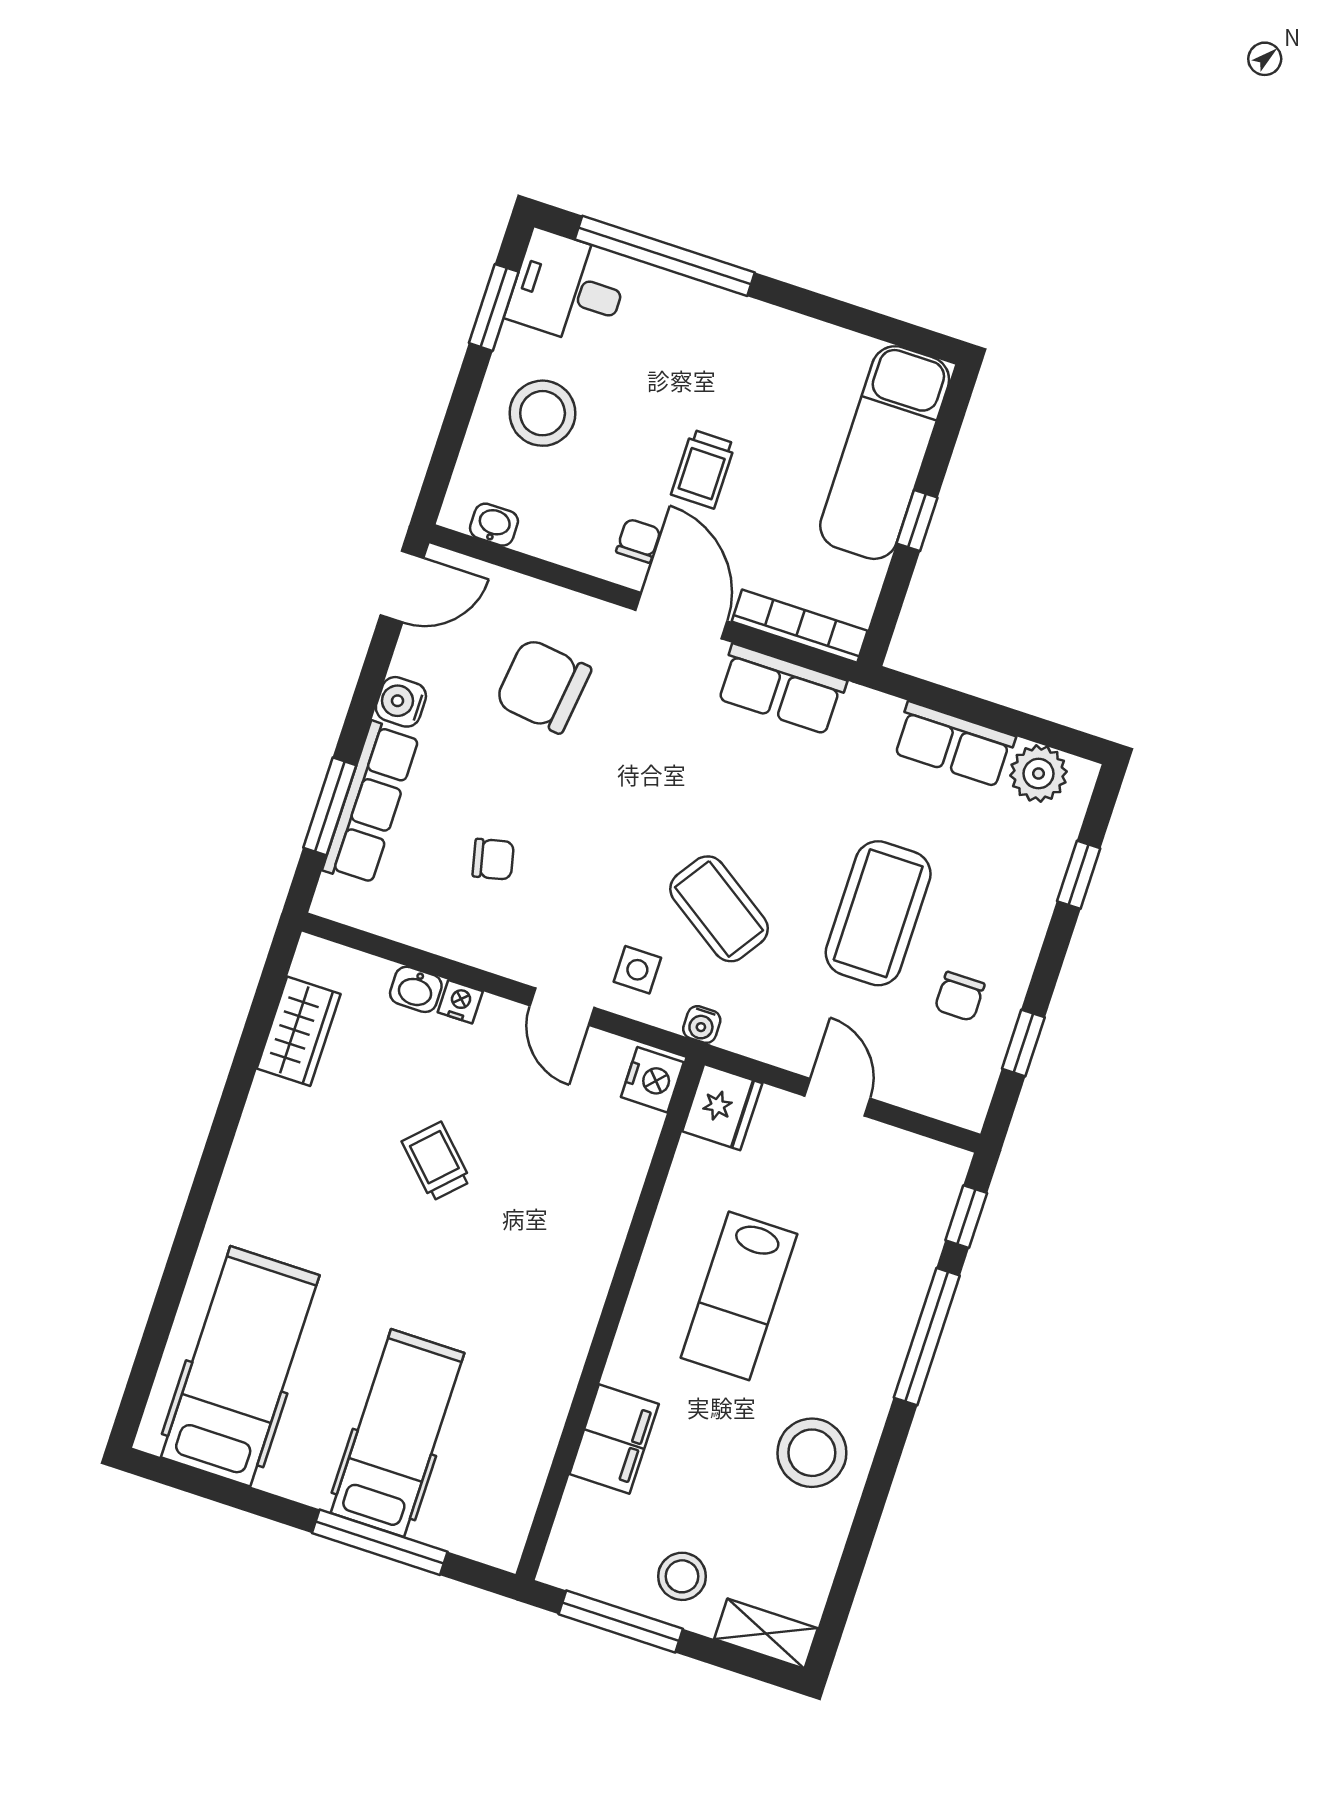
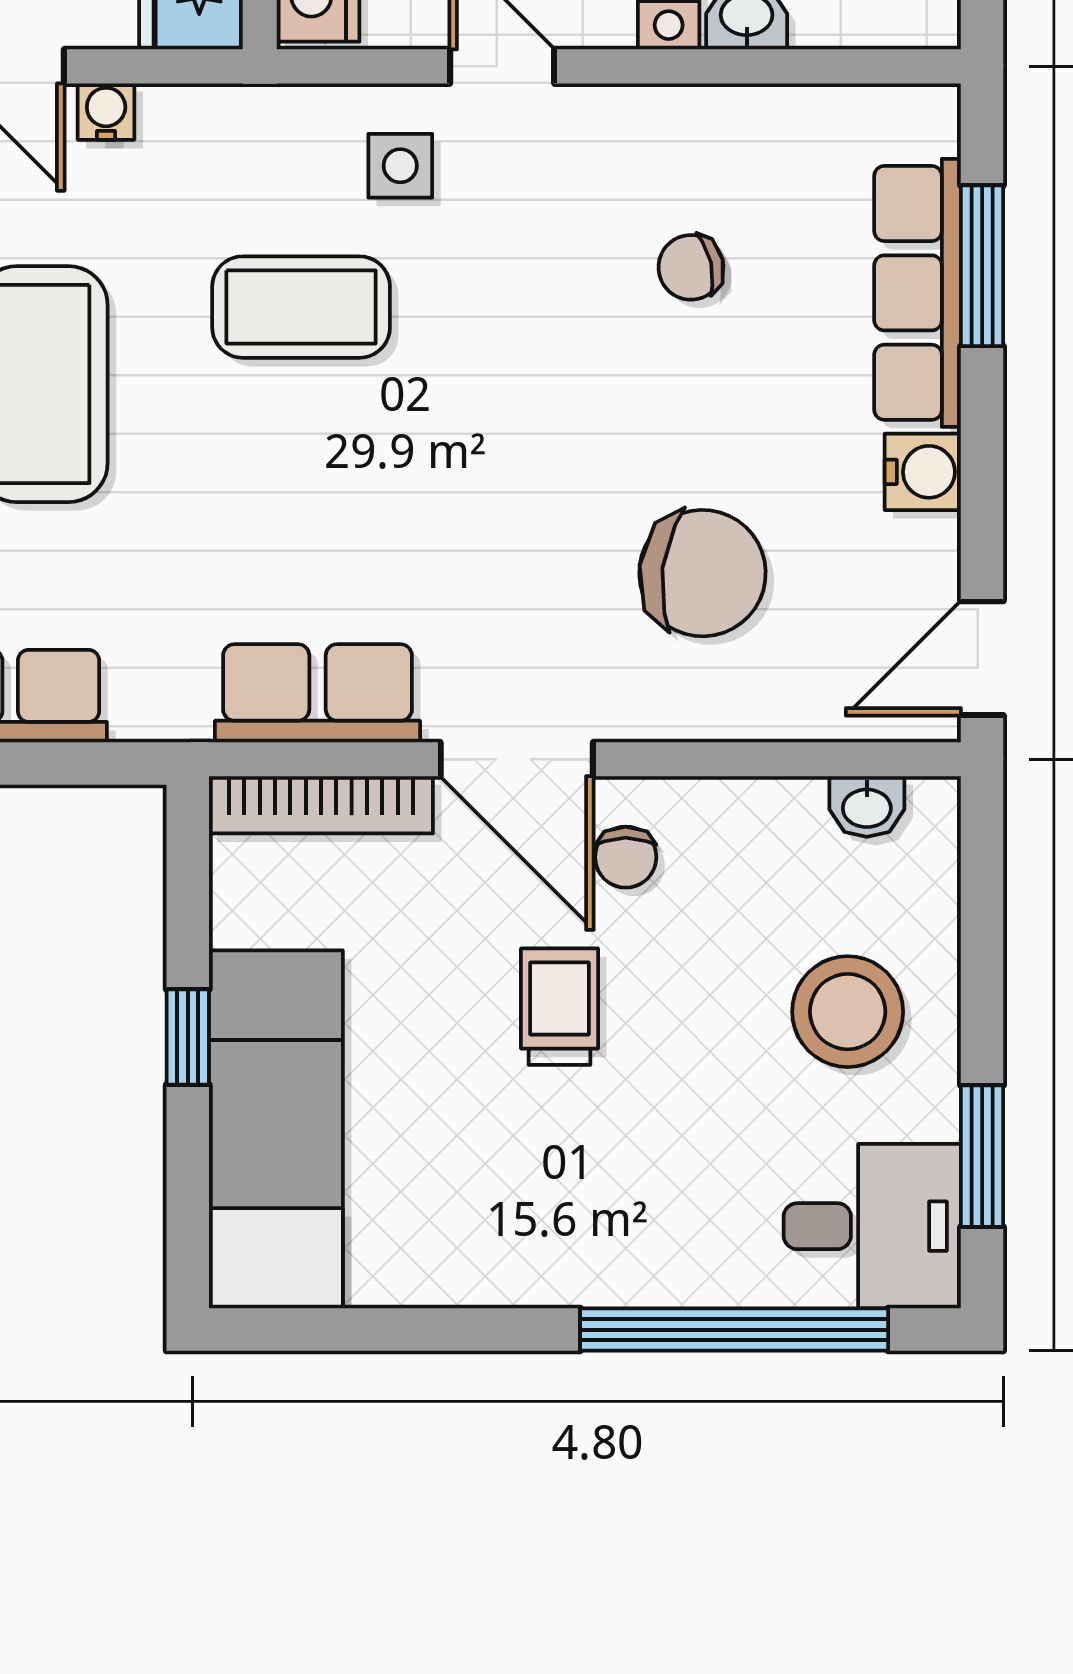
coffee table: (719, 909) -> (301, 307), turned -34
water cooler: (702, 1025) -> (106, 112), moved

